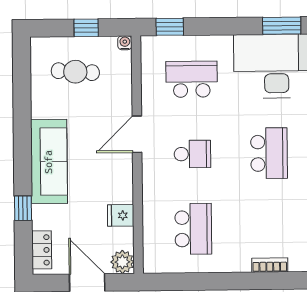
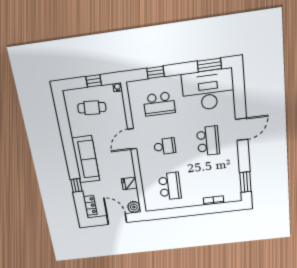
window: (170, 27) -> (155, 72), moved
school desk: (192, 79) -> (159, 104), turned 180

